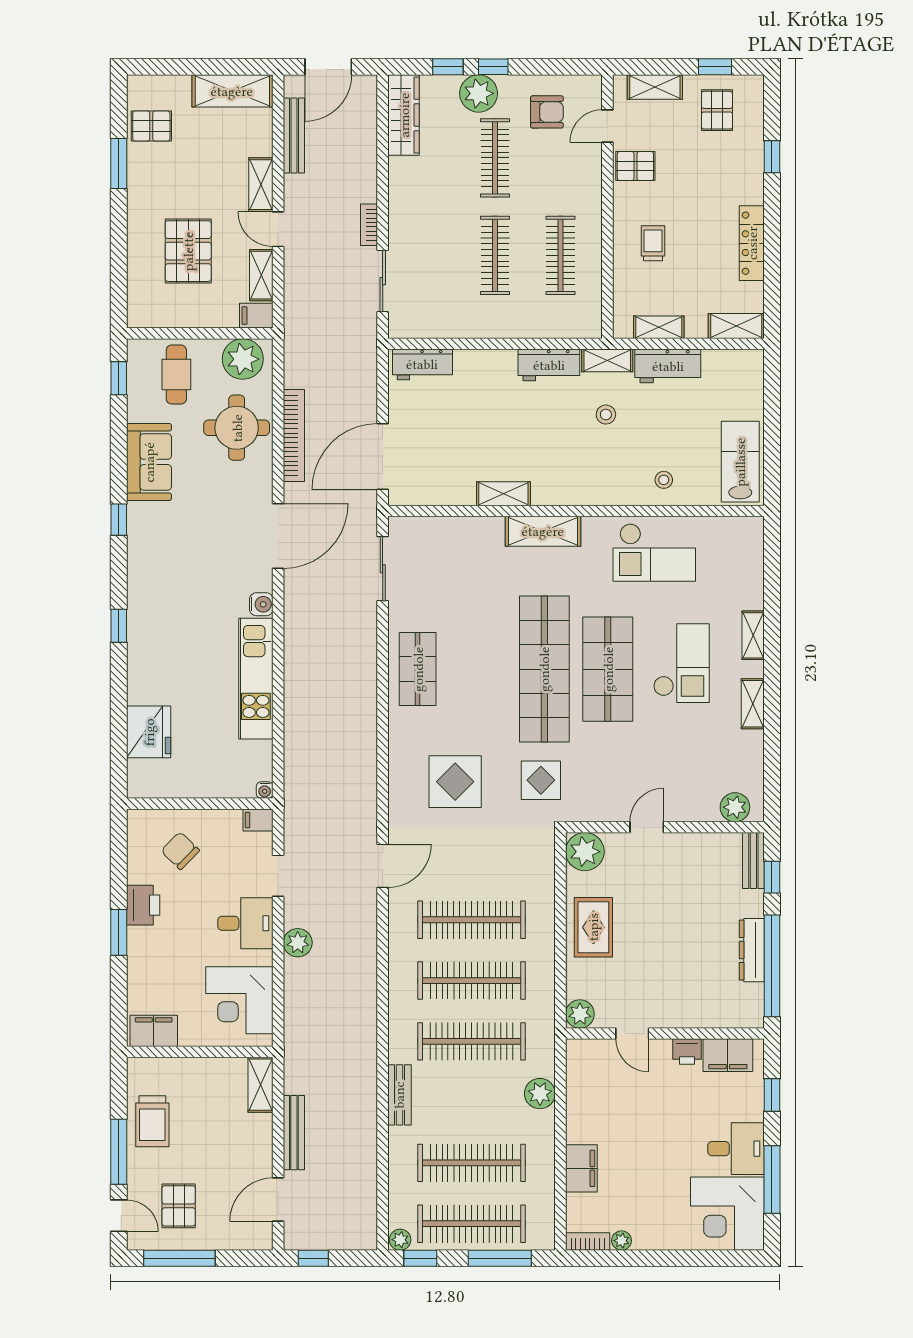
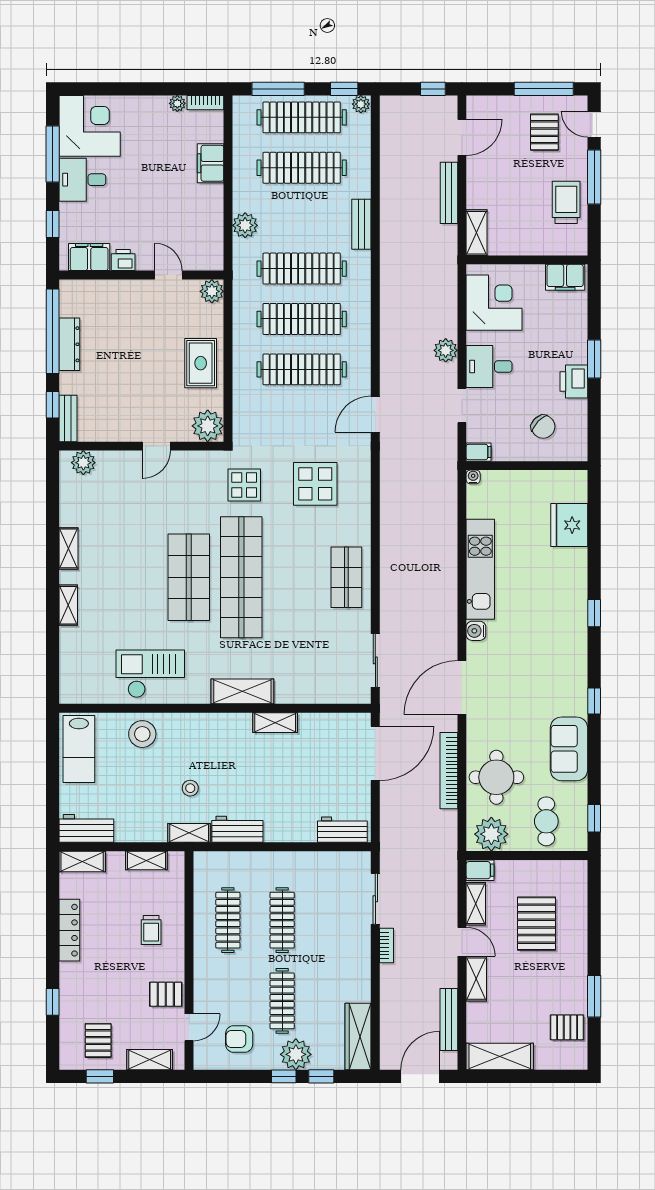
workbench: (668, 366) -> (86, 828), moved
stool: (664, 480) -> (142, 734), width x1.89, depth x1.89
checkout: (681, 663) -> (128, 582), removed

